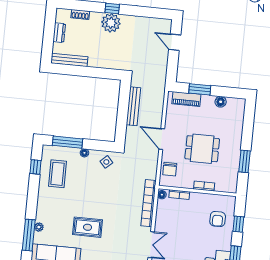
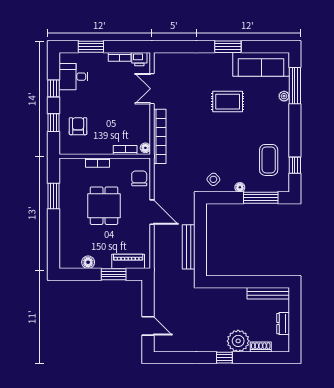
plant: (111, 23) -> (238, 341), moved
dining table: (202, 149) -> (104, 206), turned 90

